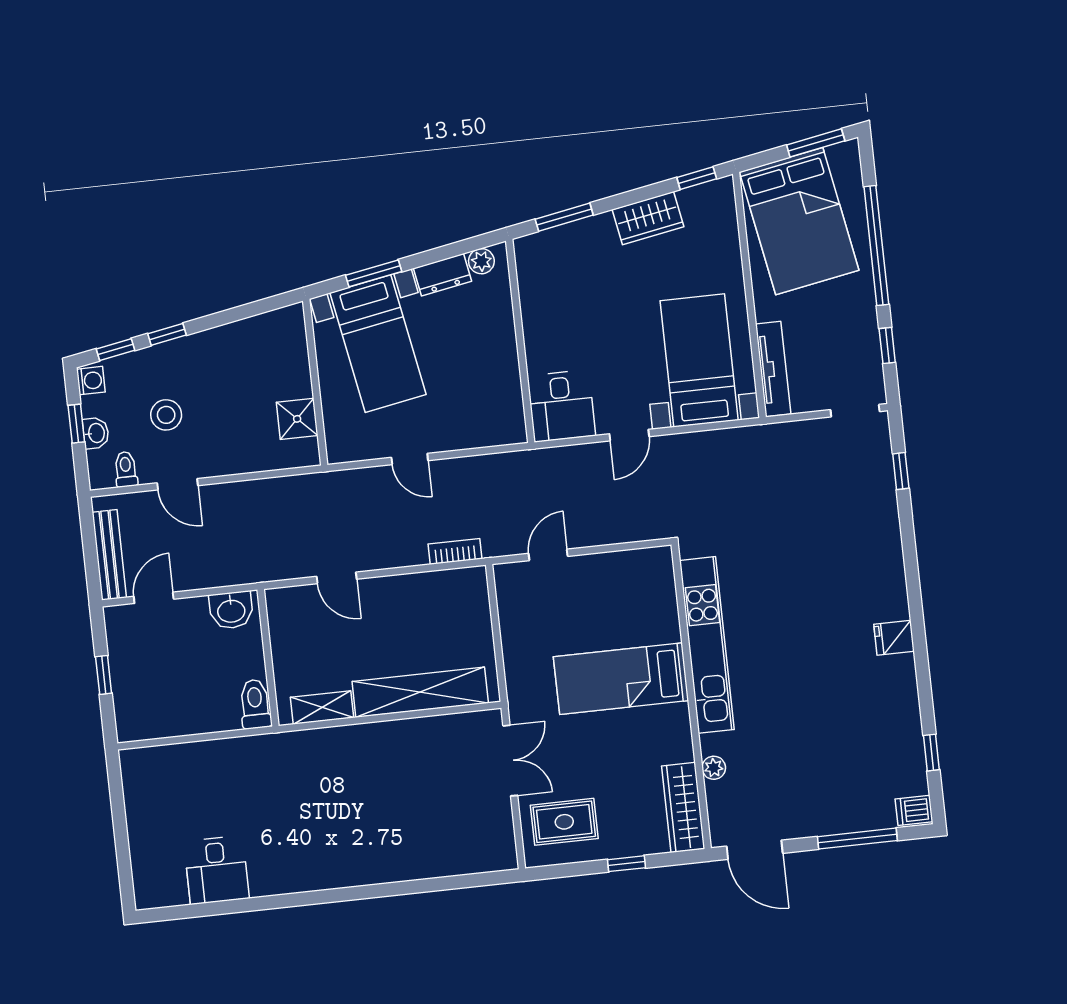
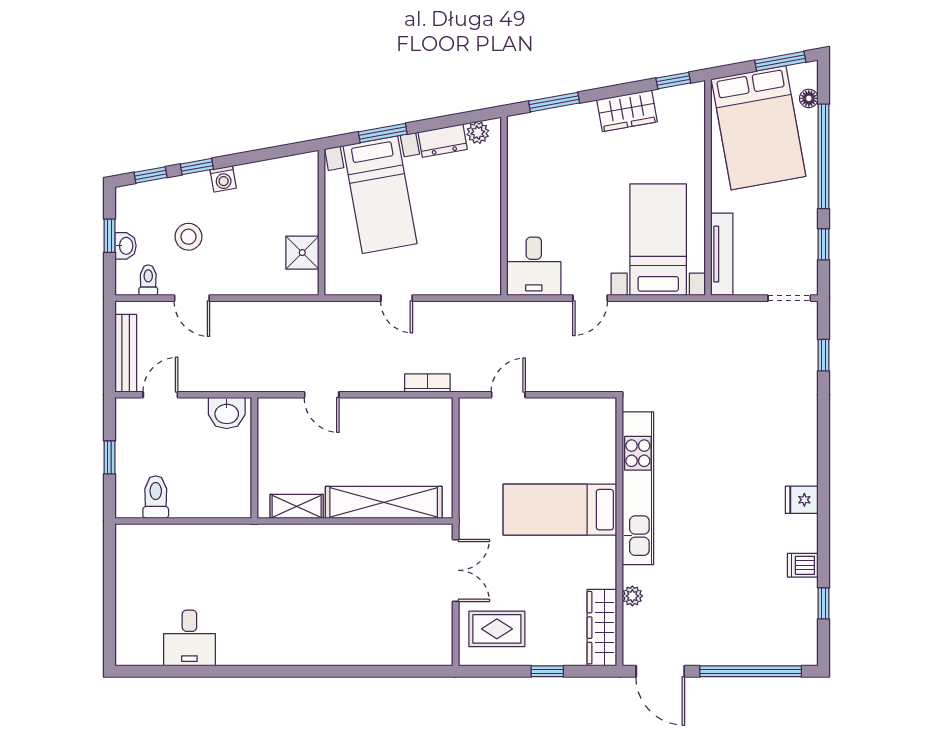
floor lamp: (853, 182) -> (809, 98), added
washing machine: (91, 381) -> (223, 179), moved, turned 80
toilet: (255, 704) -> (156, 497), moved
dishwasher: (914, 810) -> (803, 565), moved
window: (857, 839) -> (751, 671), width x1.46

